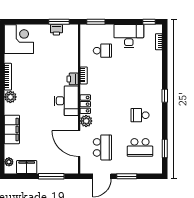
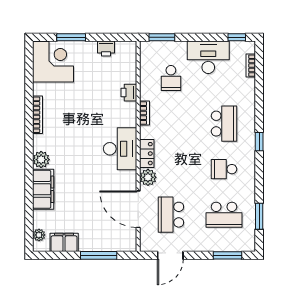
window: (59, 22) -> (71, 37), moved
school desk: (102, 51) -> (171, 78), turned 90
printer: (73, 79) -> (129, 93), moved
school desk: (140, 83) -> (224, 124), added
plant: (10, 97) -> (41, 160), moved
school desk: (102, 147) -> (171, 215), turned 180
window: (127, 176) -> (228, 255), moved

